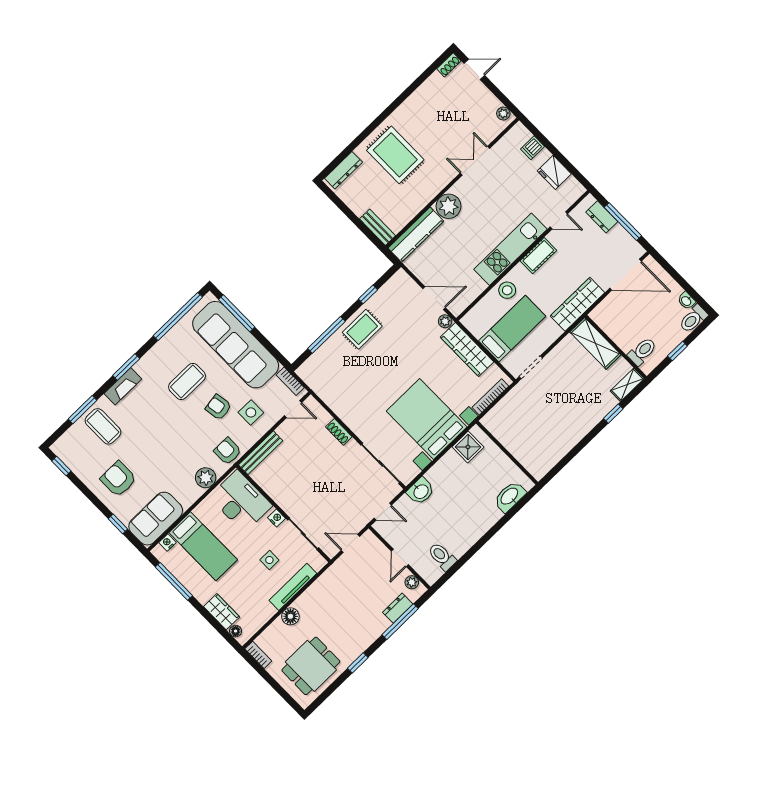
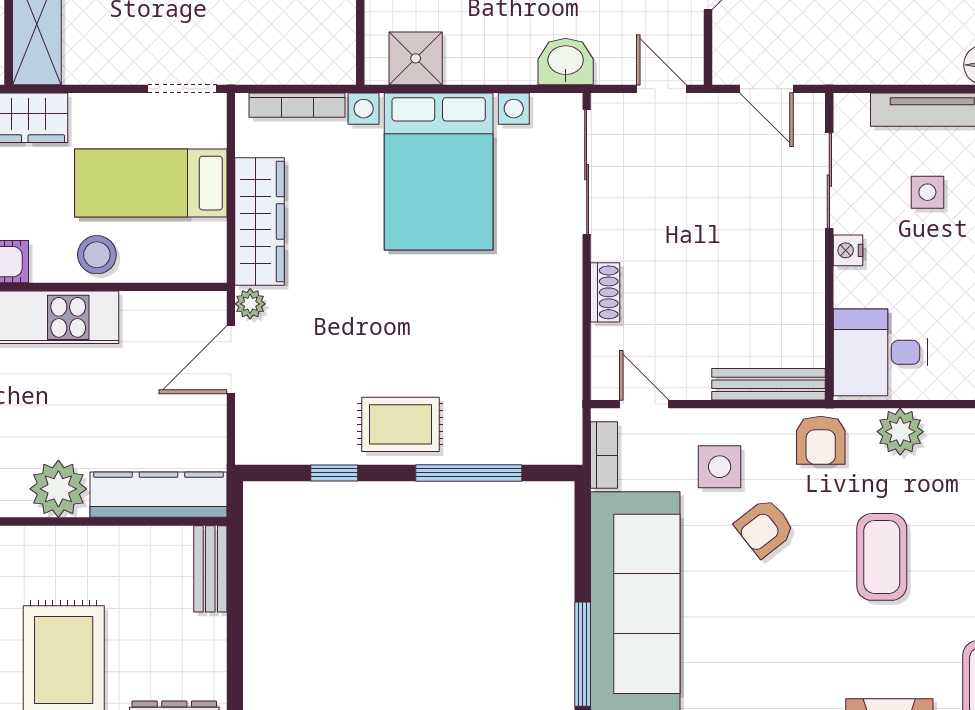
door: (434, 298) -> (231, 360), hinge flipped
coffee table: (187, 381) -> (882, 557), moved, turned 90
armchair: (218, 407) -> (765, 528), turned 61
desk: (241, 501) -> (880, 352), width x0.73

